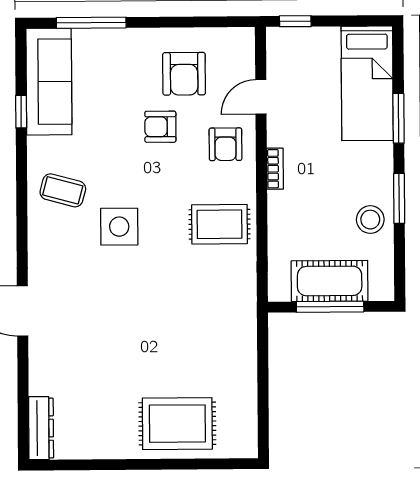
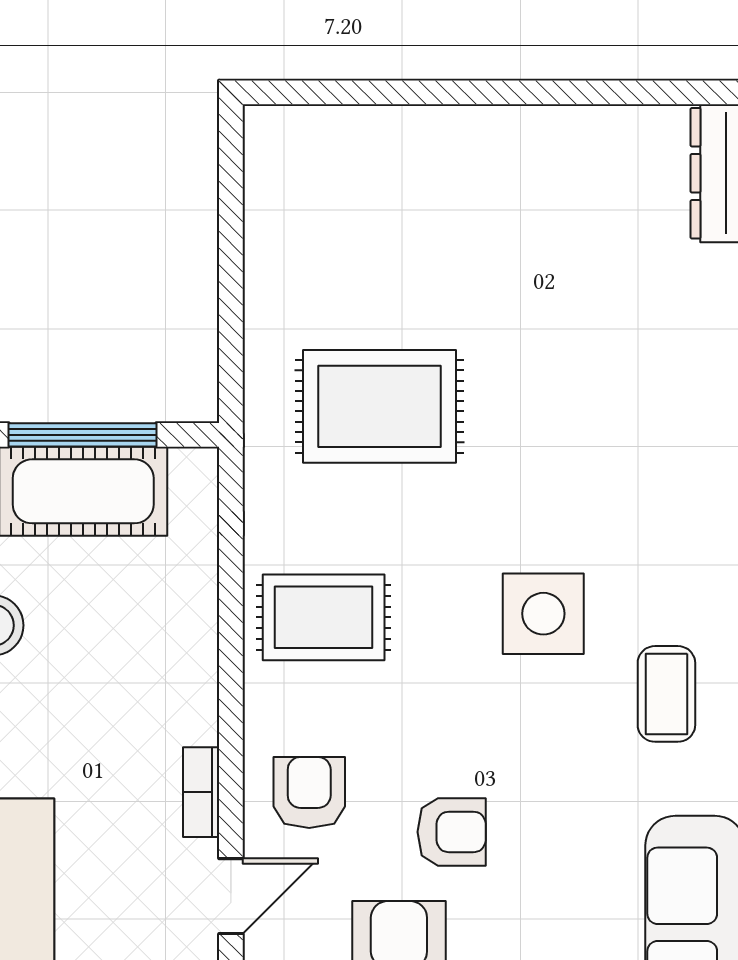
bookcase: (275, 169) -> (201, 792), moved
coffee table: (63, 190) -> (666, 694), turned 75
rug: (177, 424) -> (379, 406), moved

